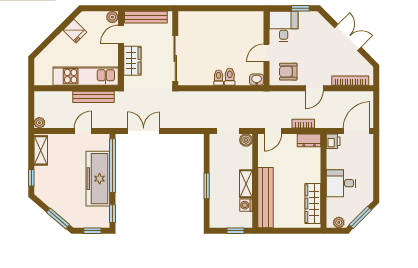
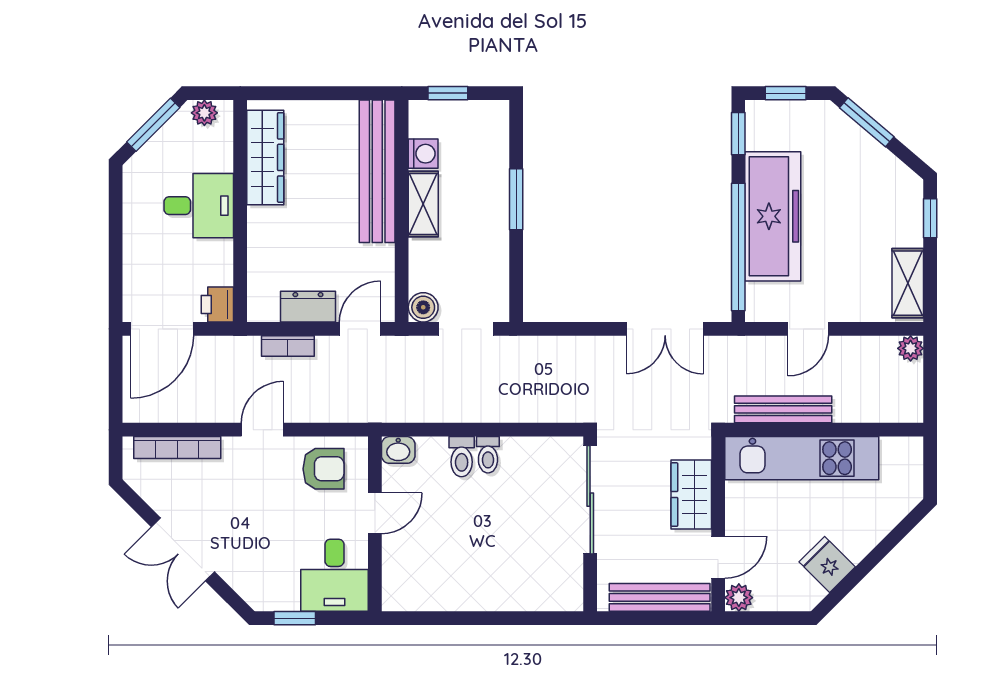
dresser: (309, 140) -> (308, 307), moved

